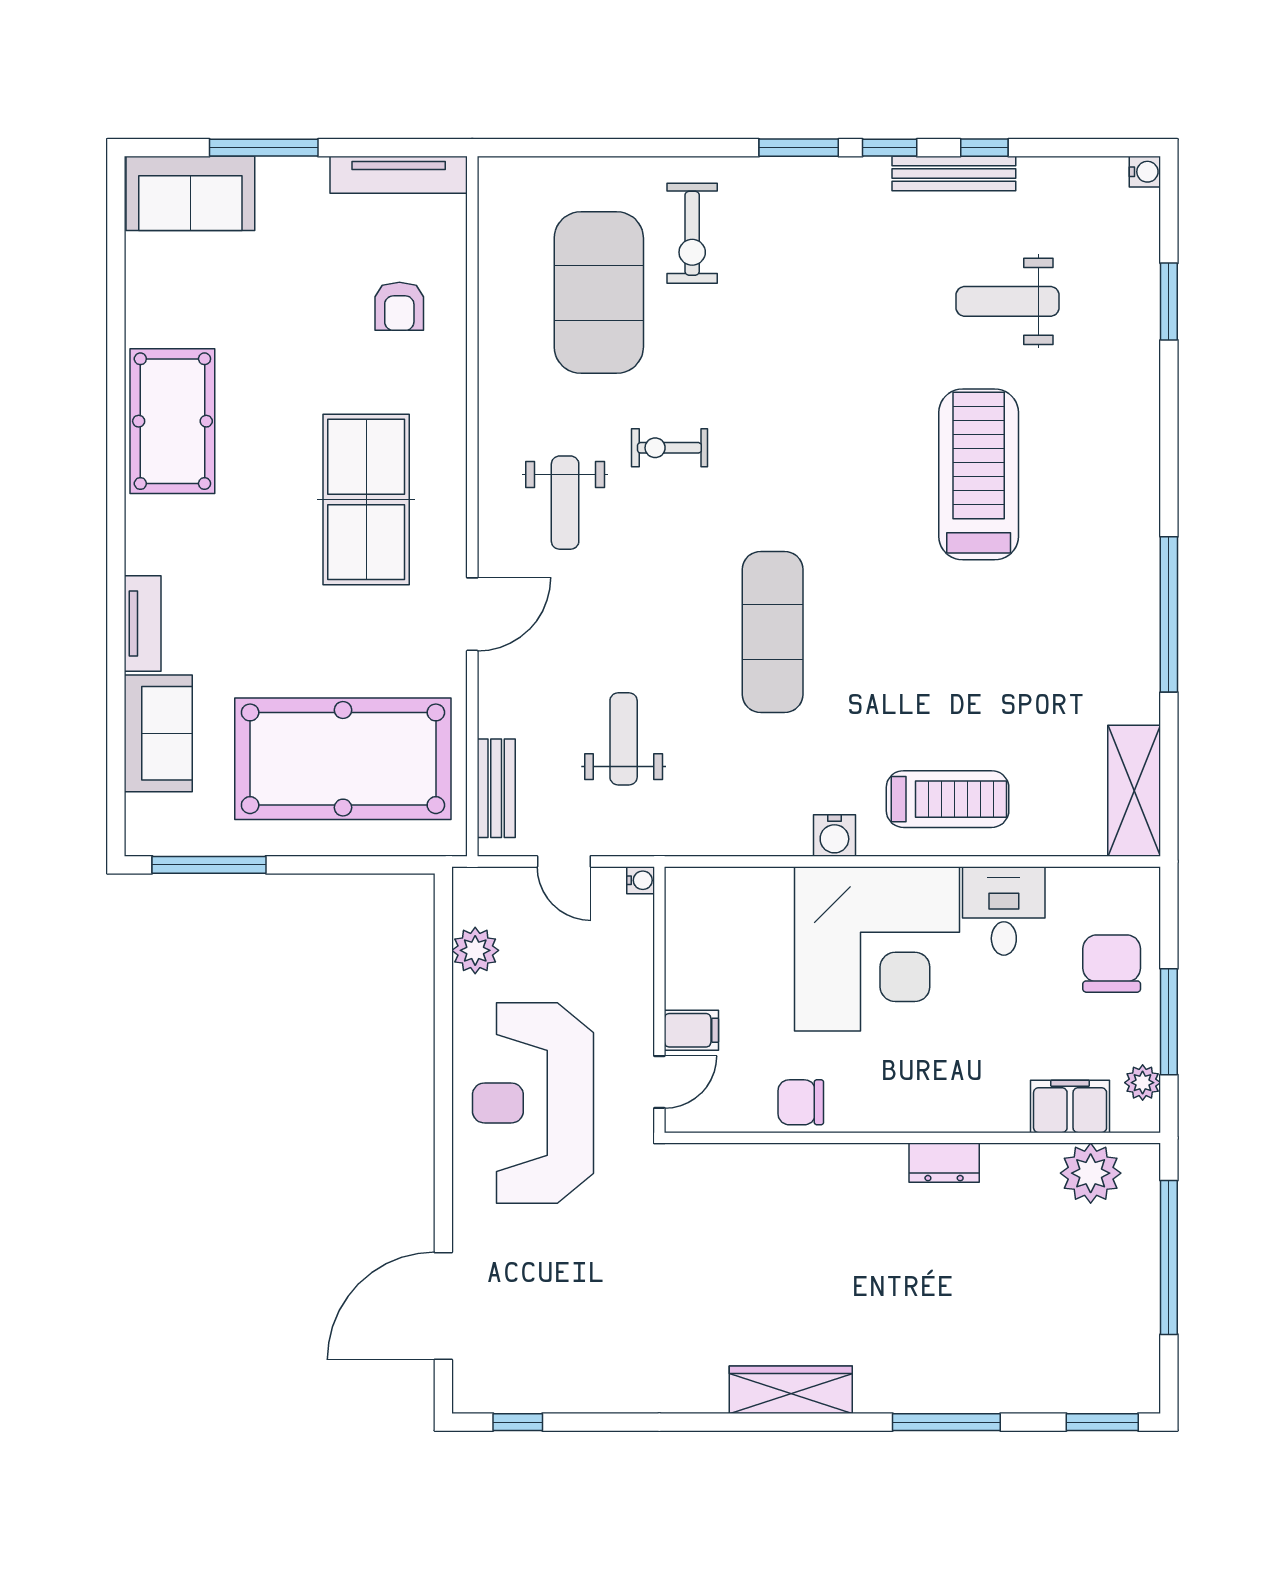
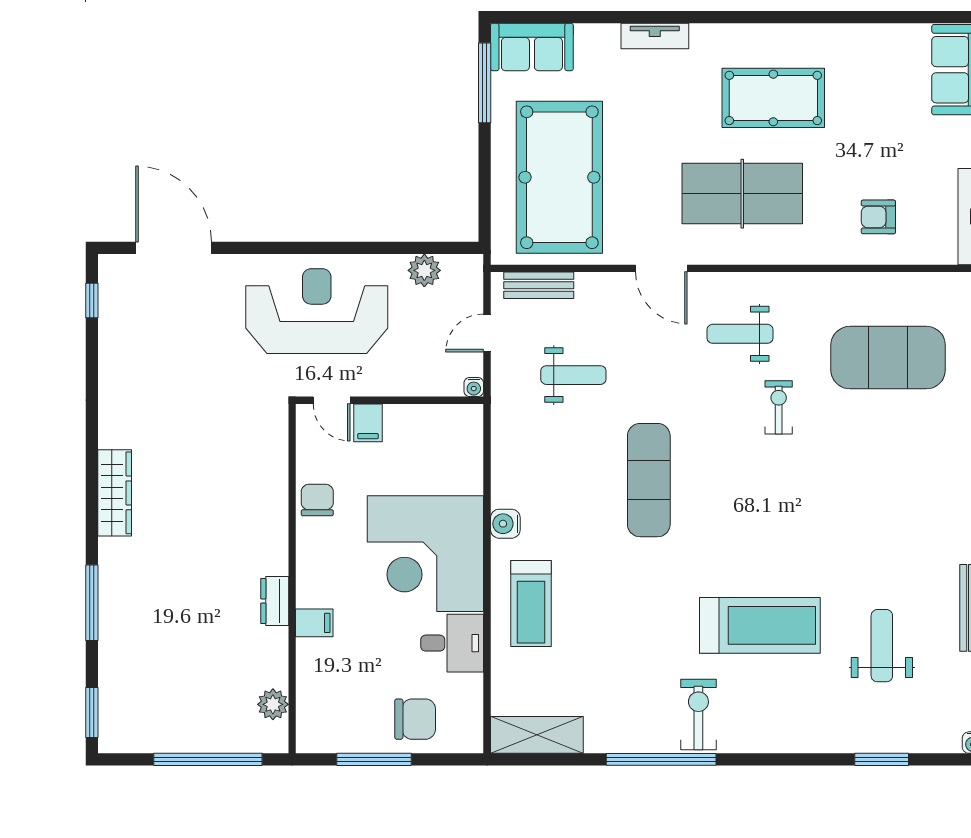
exercise bike: (692, 233) -> (698, 714), moved, turned 90
pool table: (172, 421) -> (773, 98), moved
exercise mat: (773, 632) -> (649, 480), turned 90
sofa: (158, 733) -> (532, 47), moved
plant: (1143, 1083) -> (331, 741), removed
filing cabinet: (1070, 1106) -> (314, 623), moved, width x0.50
plant: (1091, 1173) -> (273, 704), width x0.73, depth x0.73

